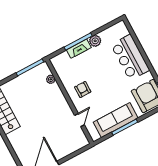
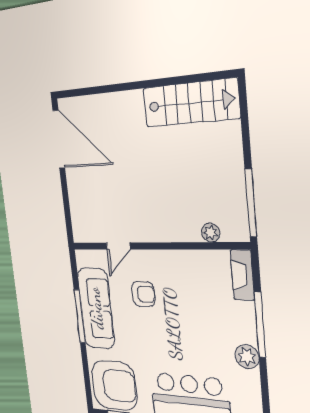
fireplace: (79, 49) -> (242, 275), moved
armchair: (83, 89) -> (143, 294), moved
door: (79, 120) -> (118, 246), hinge flipped

